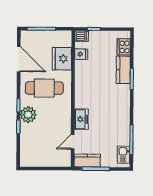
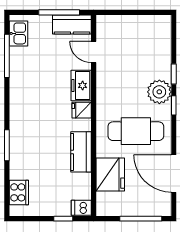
fridge: (81, 54) -> (82, 110), moved
kitchen counter: (123, 70) -> (81, 152), moved, turned 180
door: (73, 142) -> (94, 52), swing flipped

